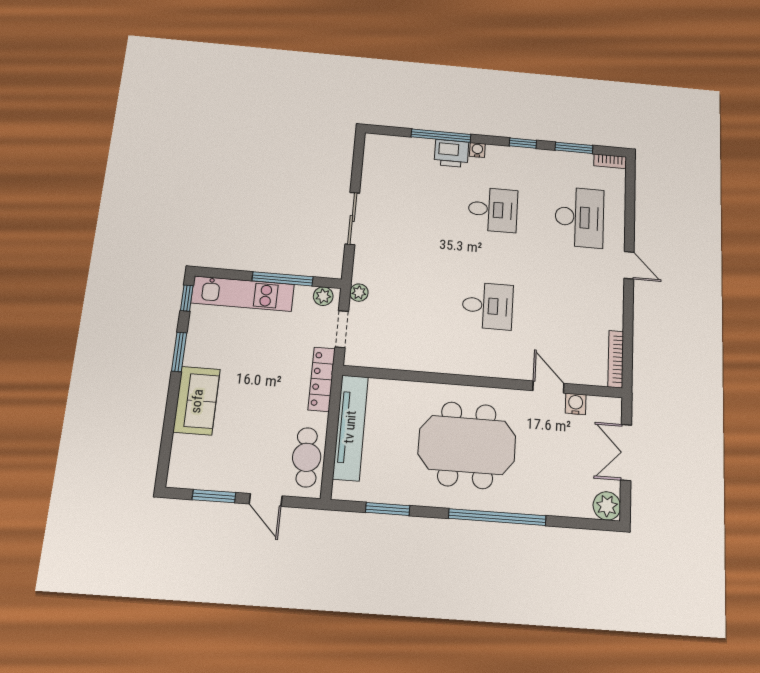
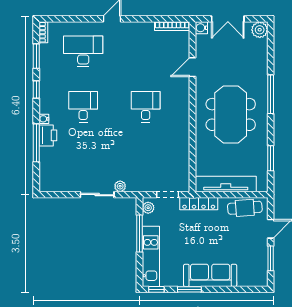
plant: (359, 293) -> (120, 186), moved
sofa: (197, 401) -> (210, 275), width x1.36
water cooler: (576, 404) -> (201, 28), moved
window: (497, 517) -> (271, 94), width x0.68

